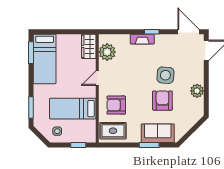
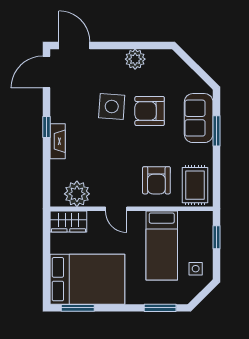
bed: (45, 59) -> (87, 279), width x1.50

